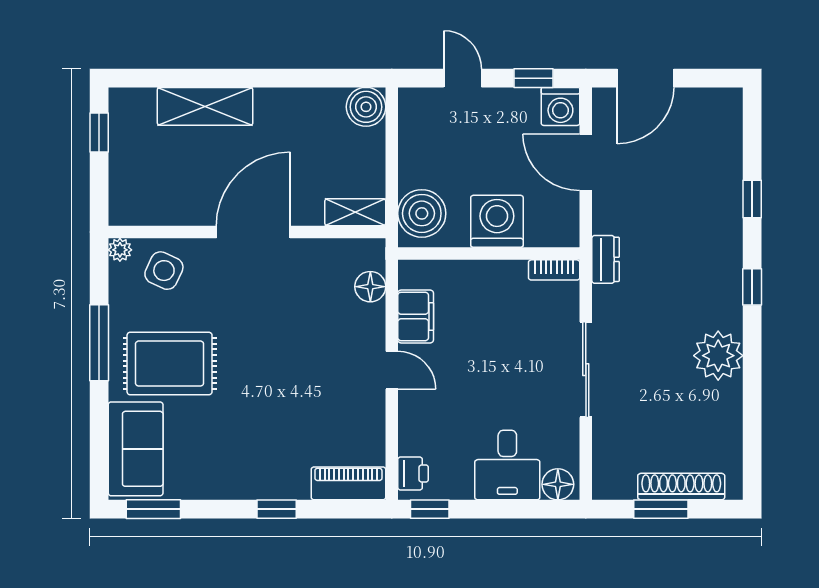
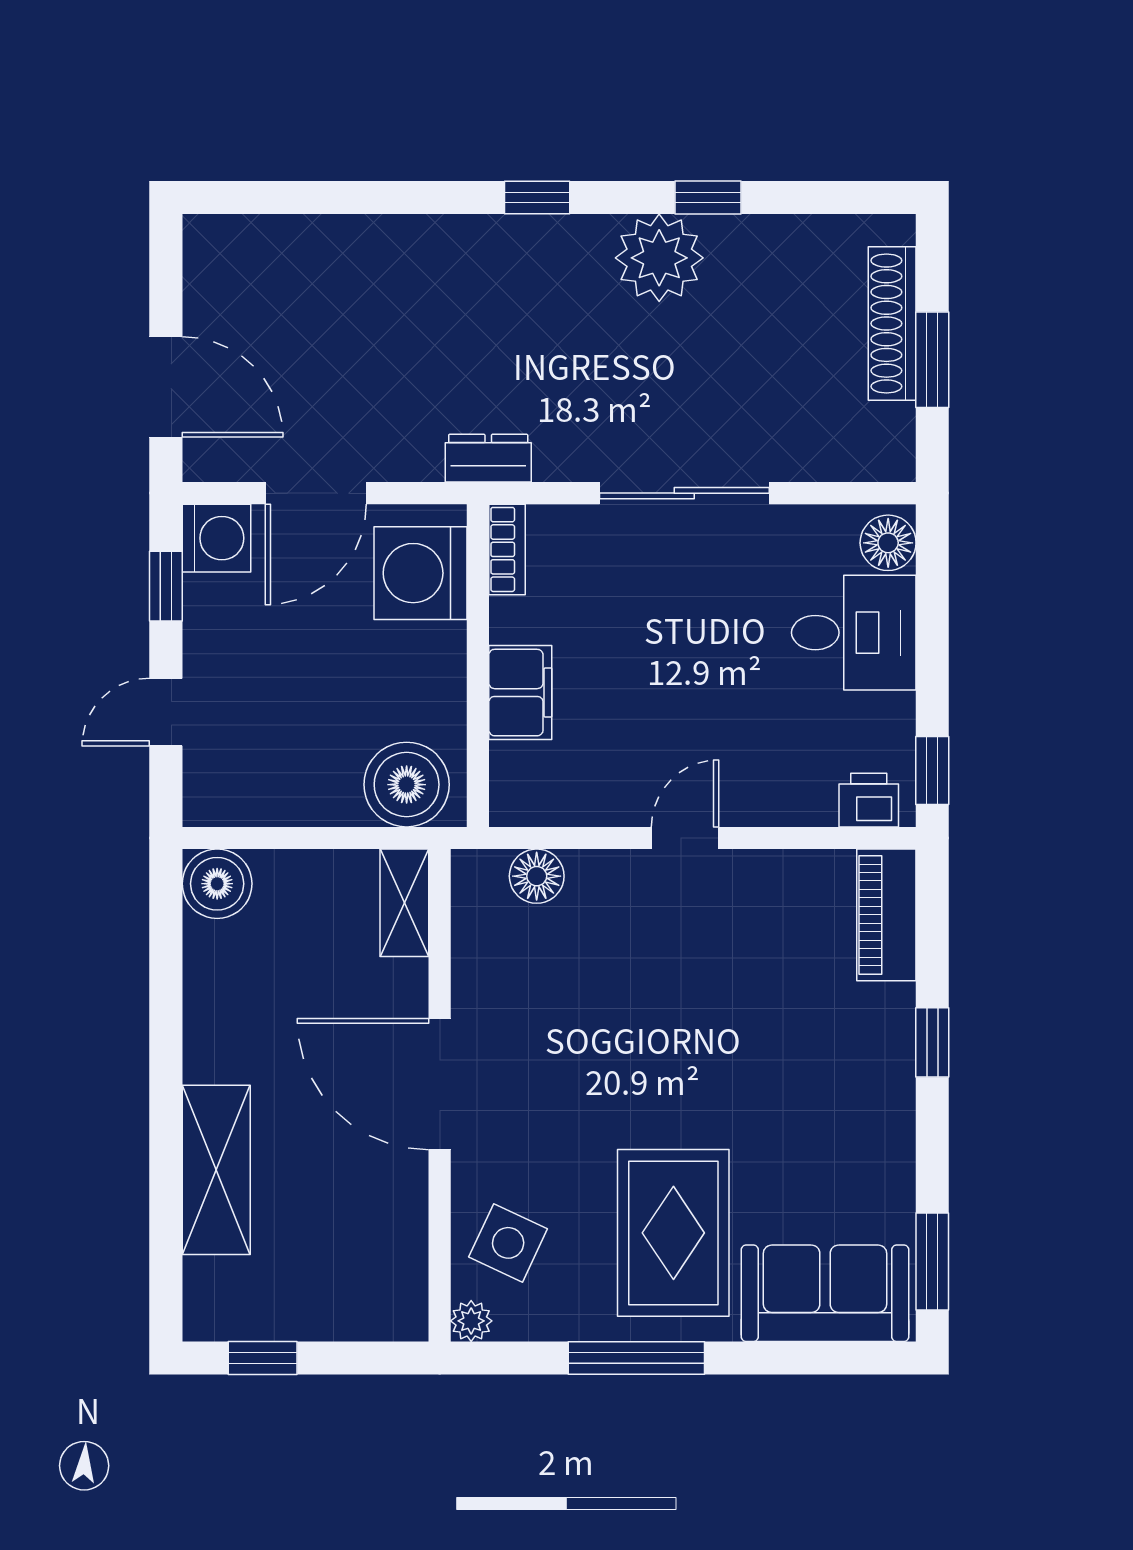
window: (752, 199) -> (708, 197), moved
washing machine: (497, 221) -> (421, 573), moved
filing cabinet: (416, 316) -> (520, 693), moved, turned 90

